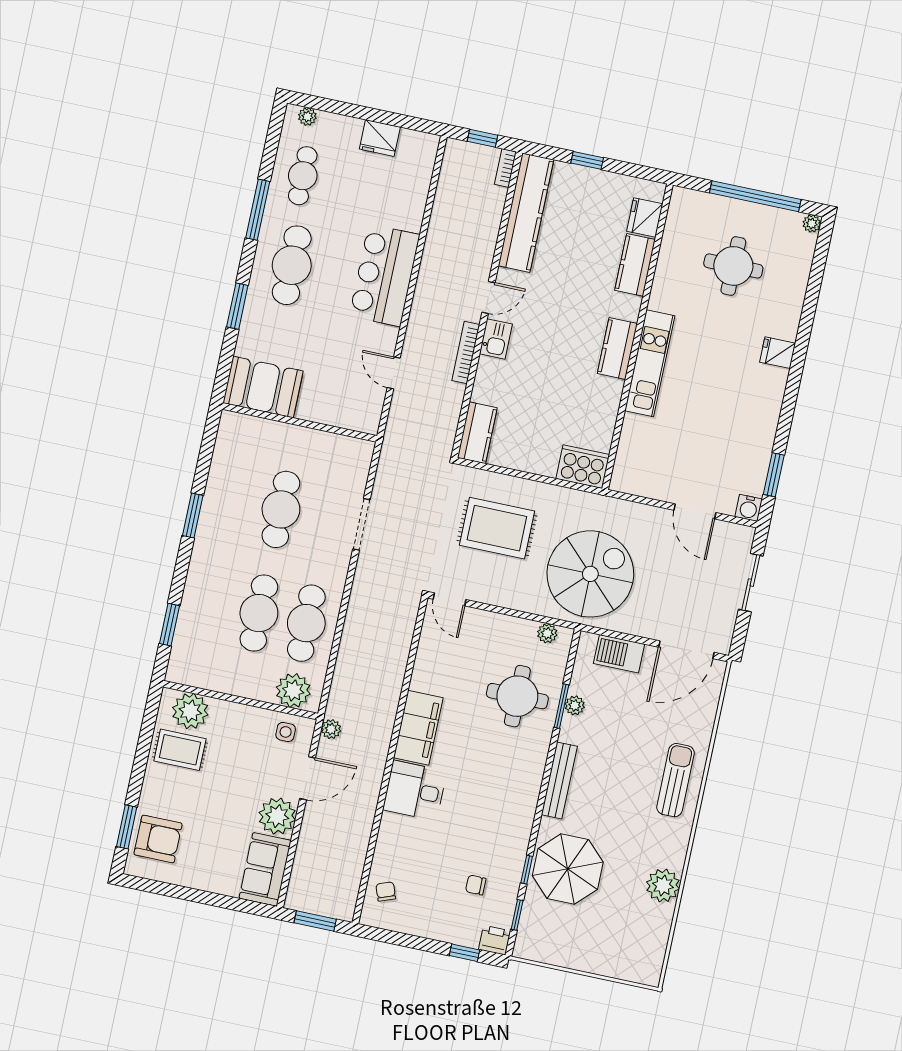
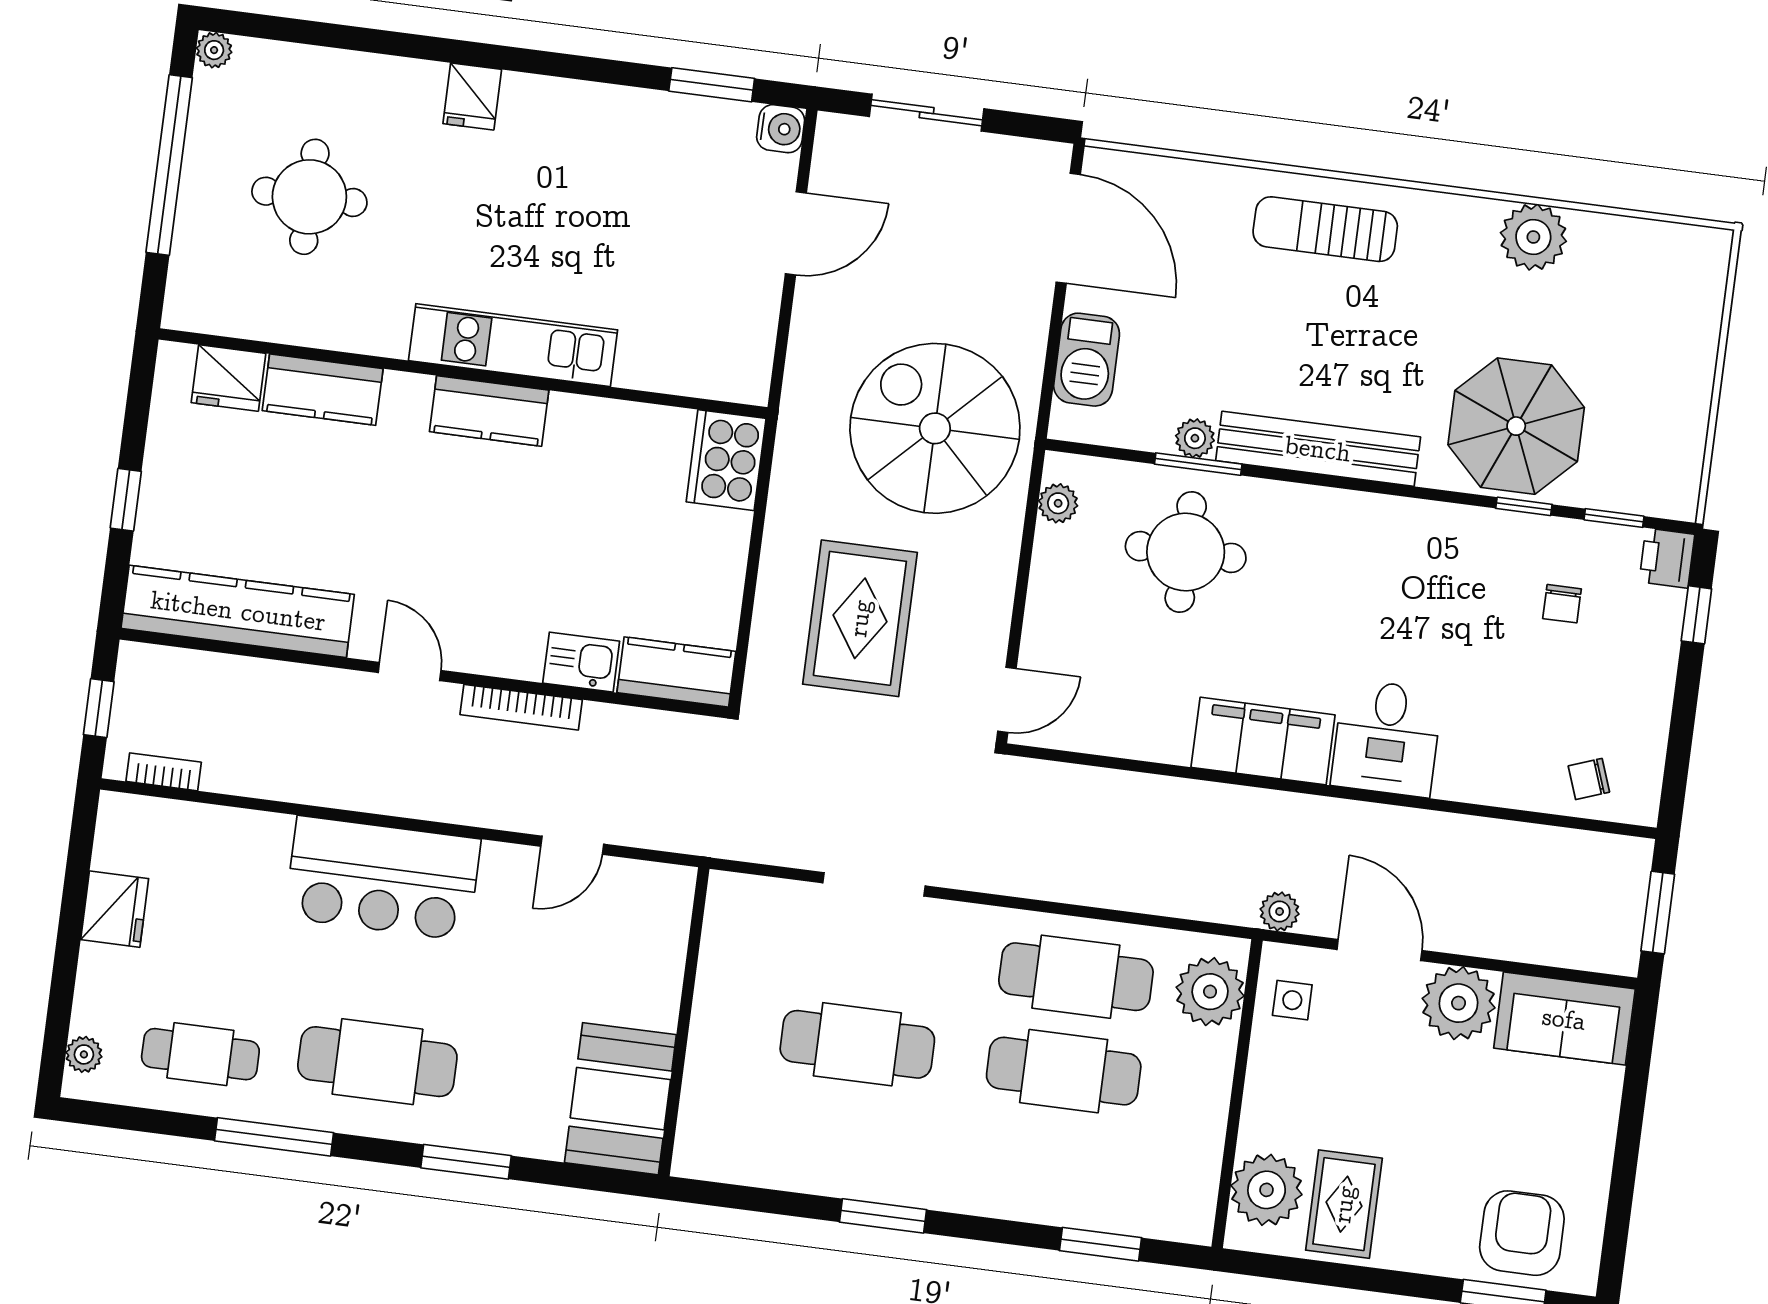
bookcase: (505, 168) -> (164, 772), moved, turned 180
kitchen sink: (496, 339) -> (581, 662), moved
bench: (559, 780) -> (1318, 449), width x1.37, depth x1.21

